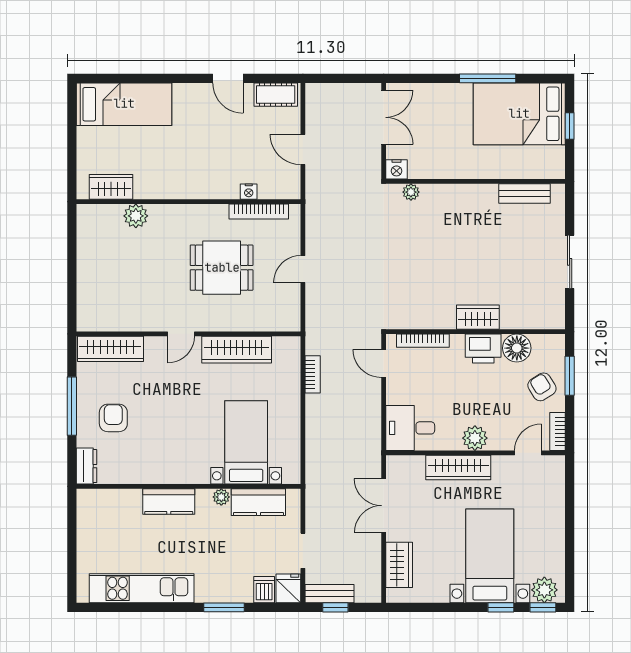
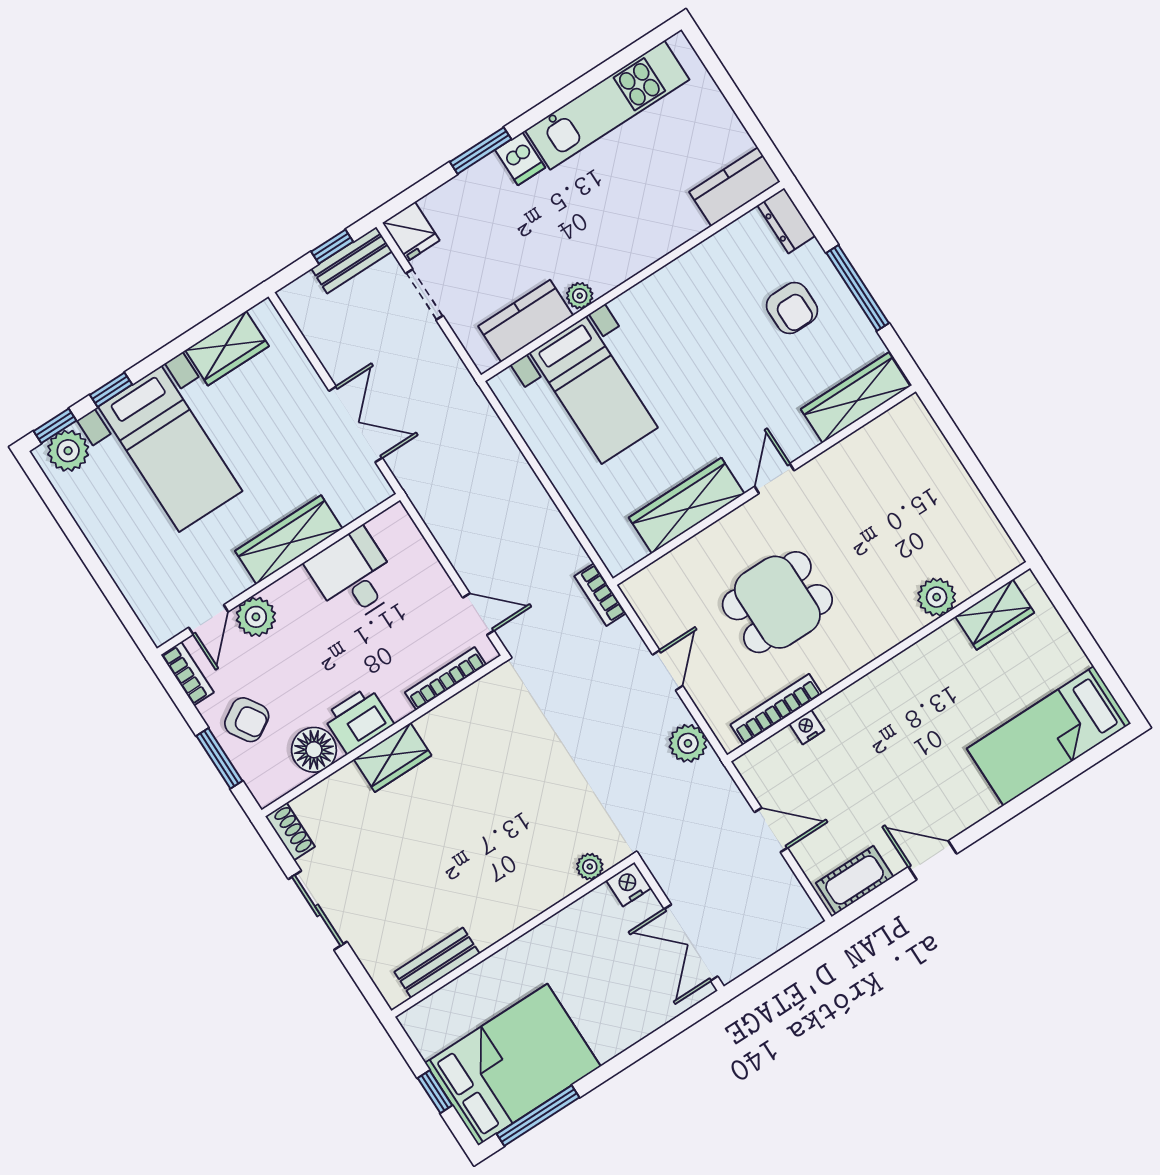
window: (488, 78) -> (538, 1116), moved
plant: (317, 224) -> (688, 743), added
shoe rack: (557, 313) -> (290, 831), added
bookcase: (313, 374) -> (600, 595), moved
desk: (410, 428) -> (354, 576), moved, turned -90
plant: (475, 438) -> (256, 617), moved
kitchen counter: (169, 502) -> (735, 187), moved
wardrobe: (399, 565) -> (227, 348), moved, turned -90
dishwasher: (264, 590) -> (520, 159), moved

